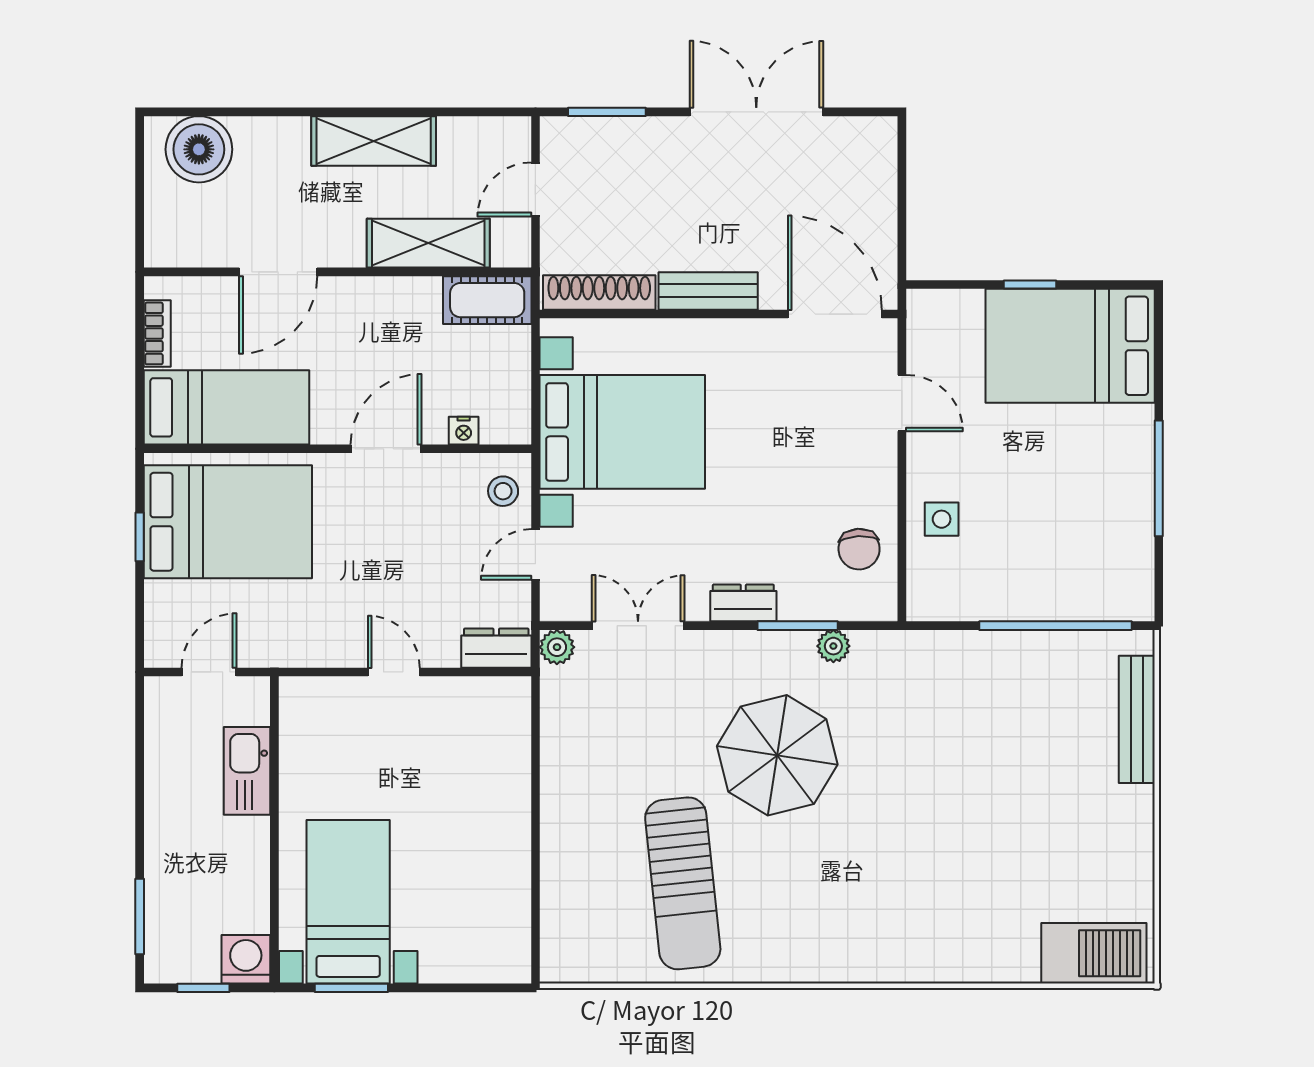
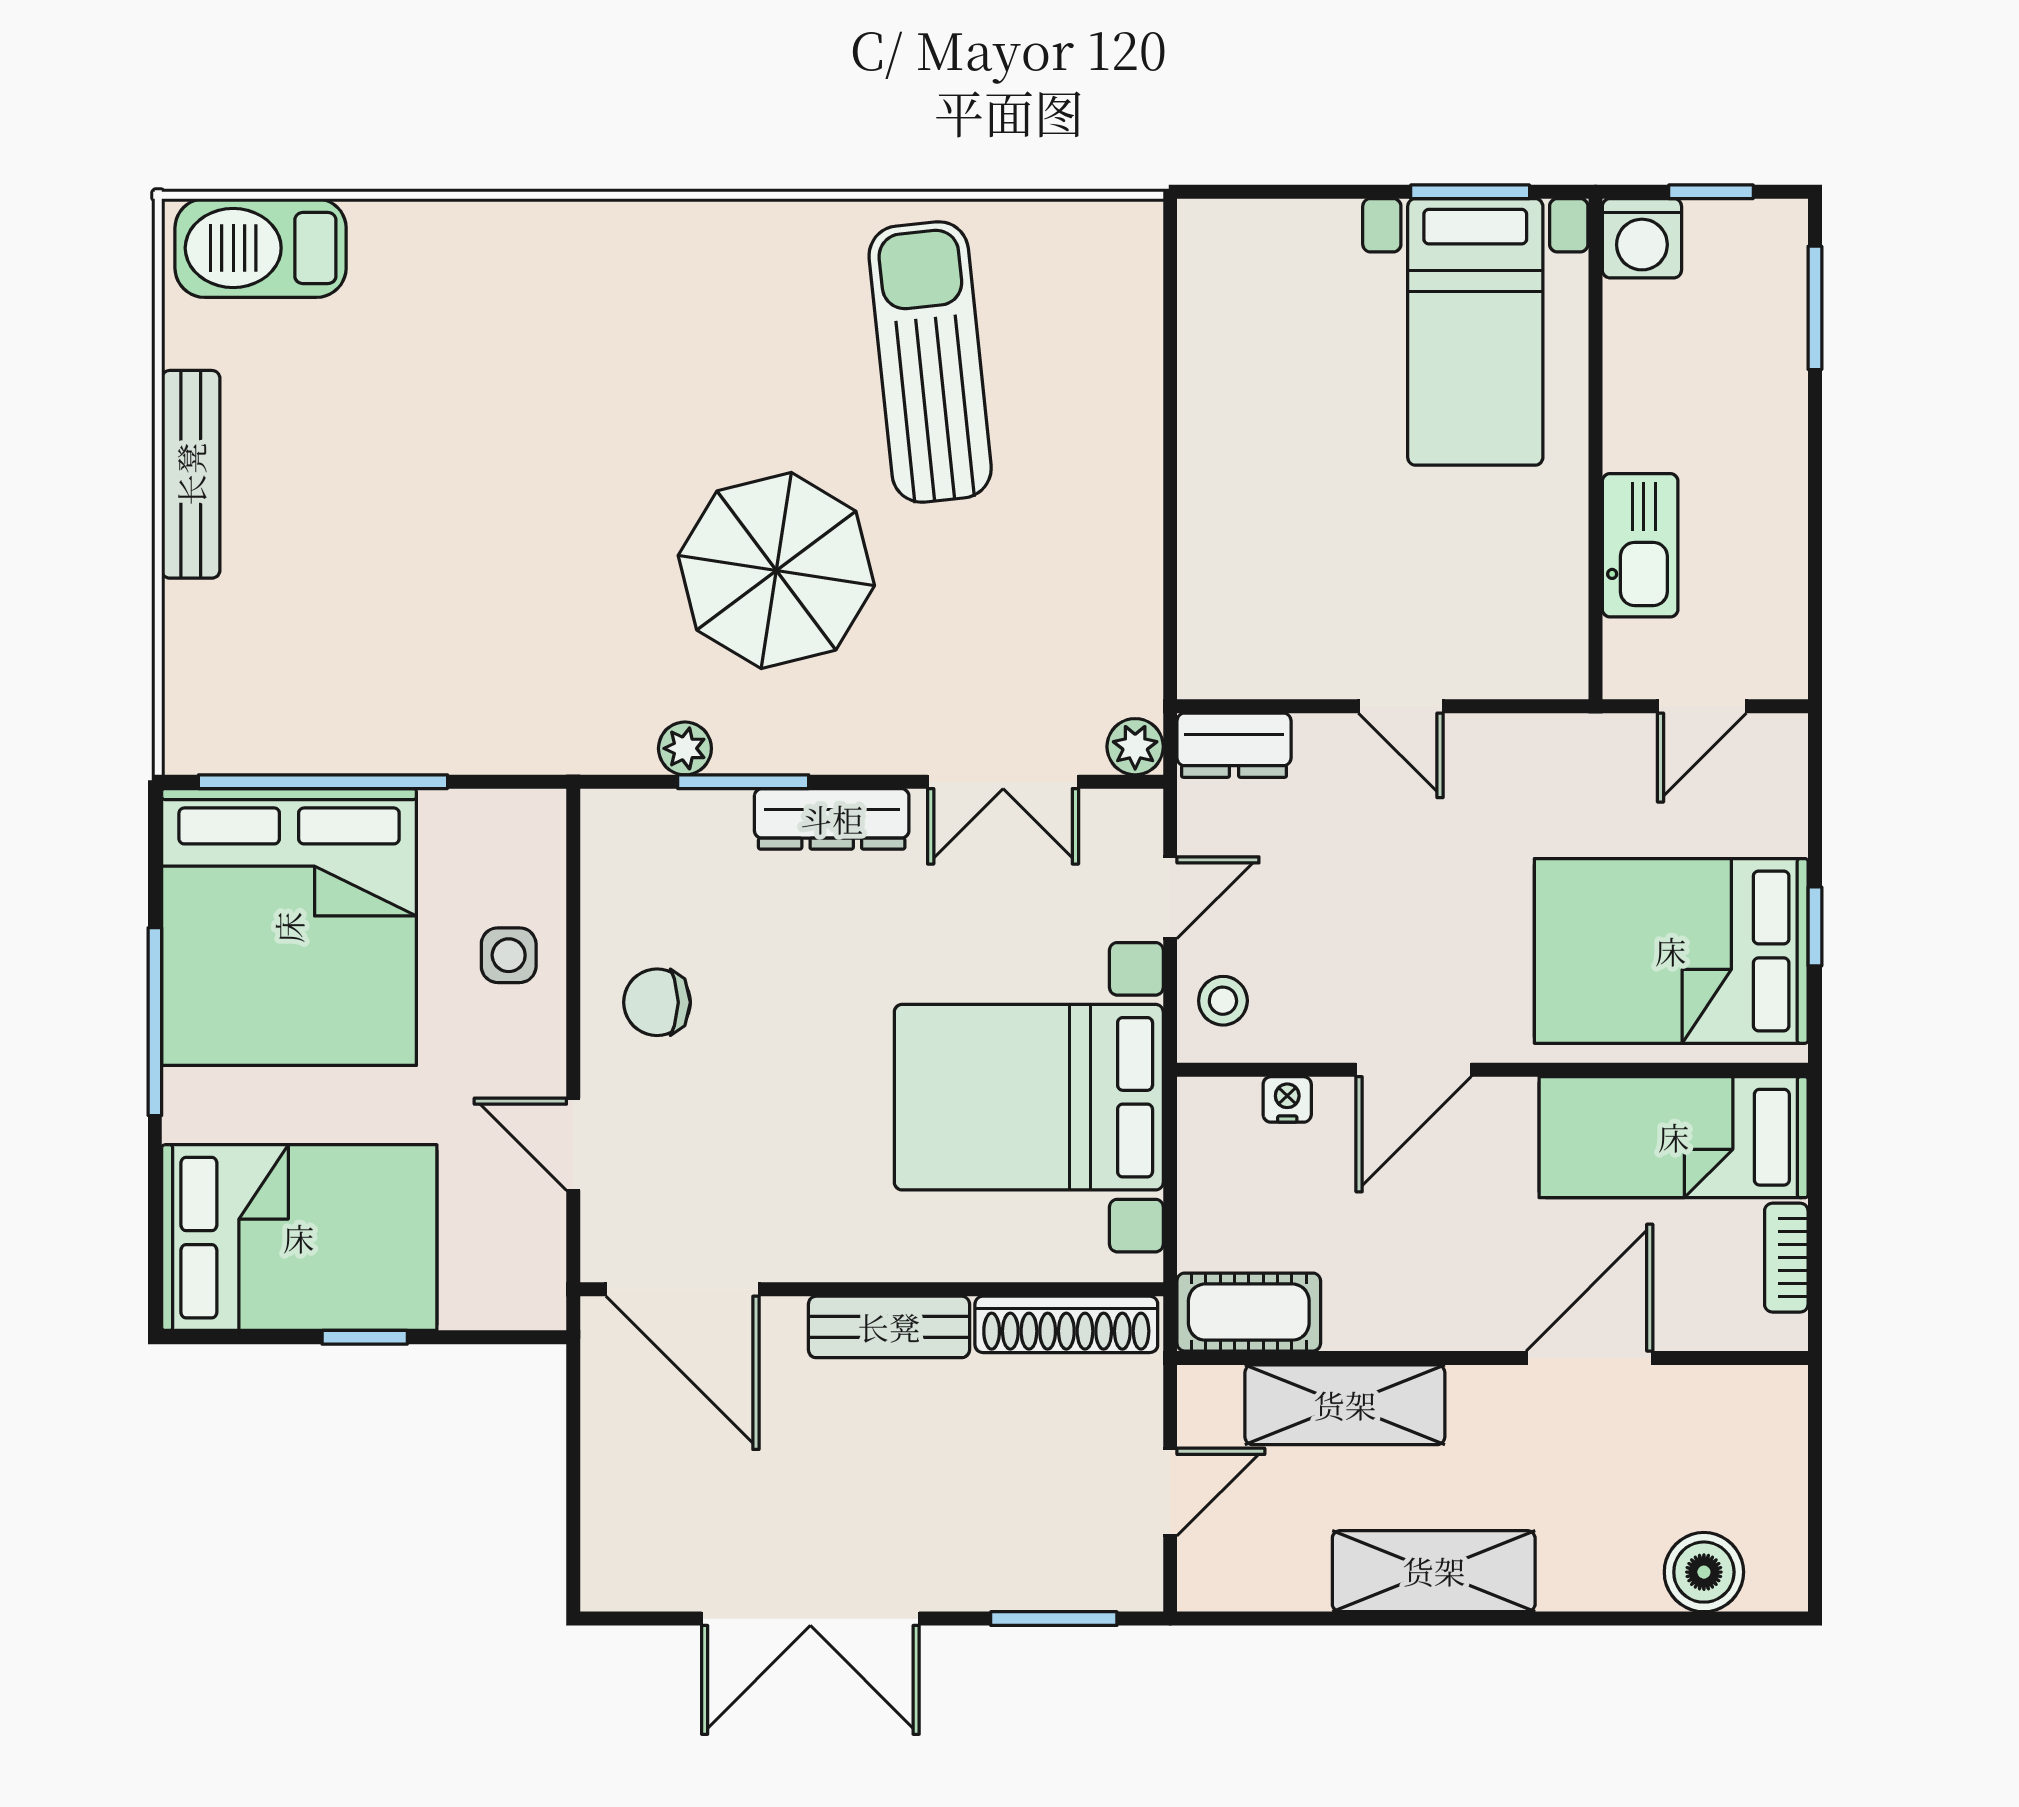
boiler: (199, 149) -> (1704, 1572), width x0.73, depth x0.73
bed: (1076, 536) -> (289, 927), added
chair: (859, 549) -> (657, 1002), moved, turned -87
dresser: (743, 603) -> (832, 819), width x1.44
bench: (1137, 719) -> (191, 474), moved

